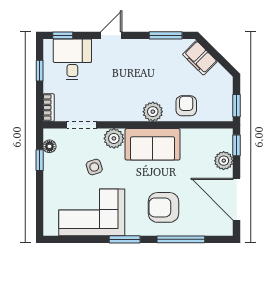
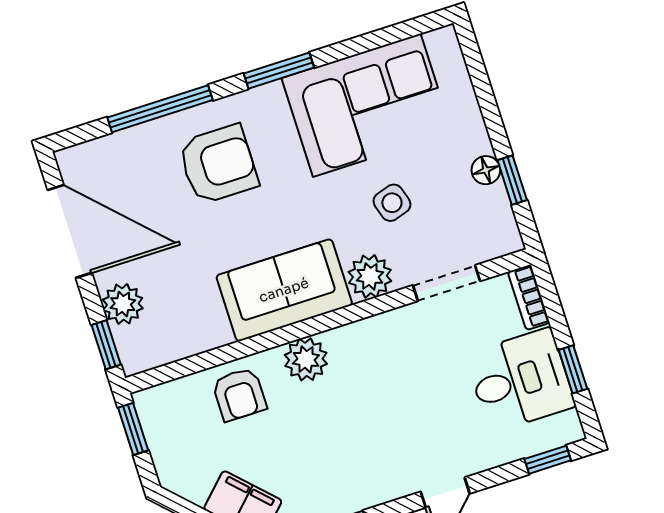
desk: (72, 59) -> (520, 380), moved, turned -90
floor lamp: (49, 146) -> (486, 170), moved

